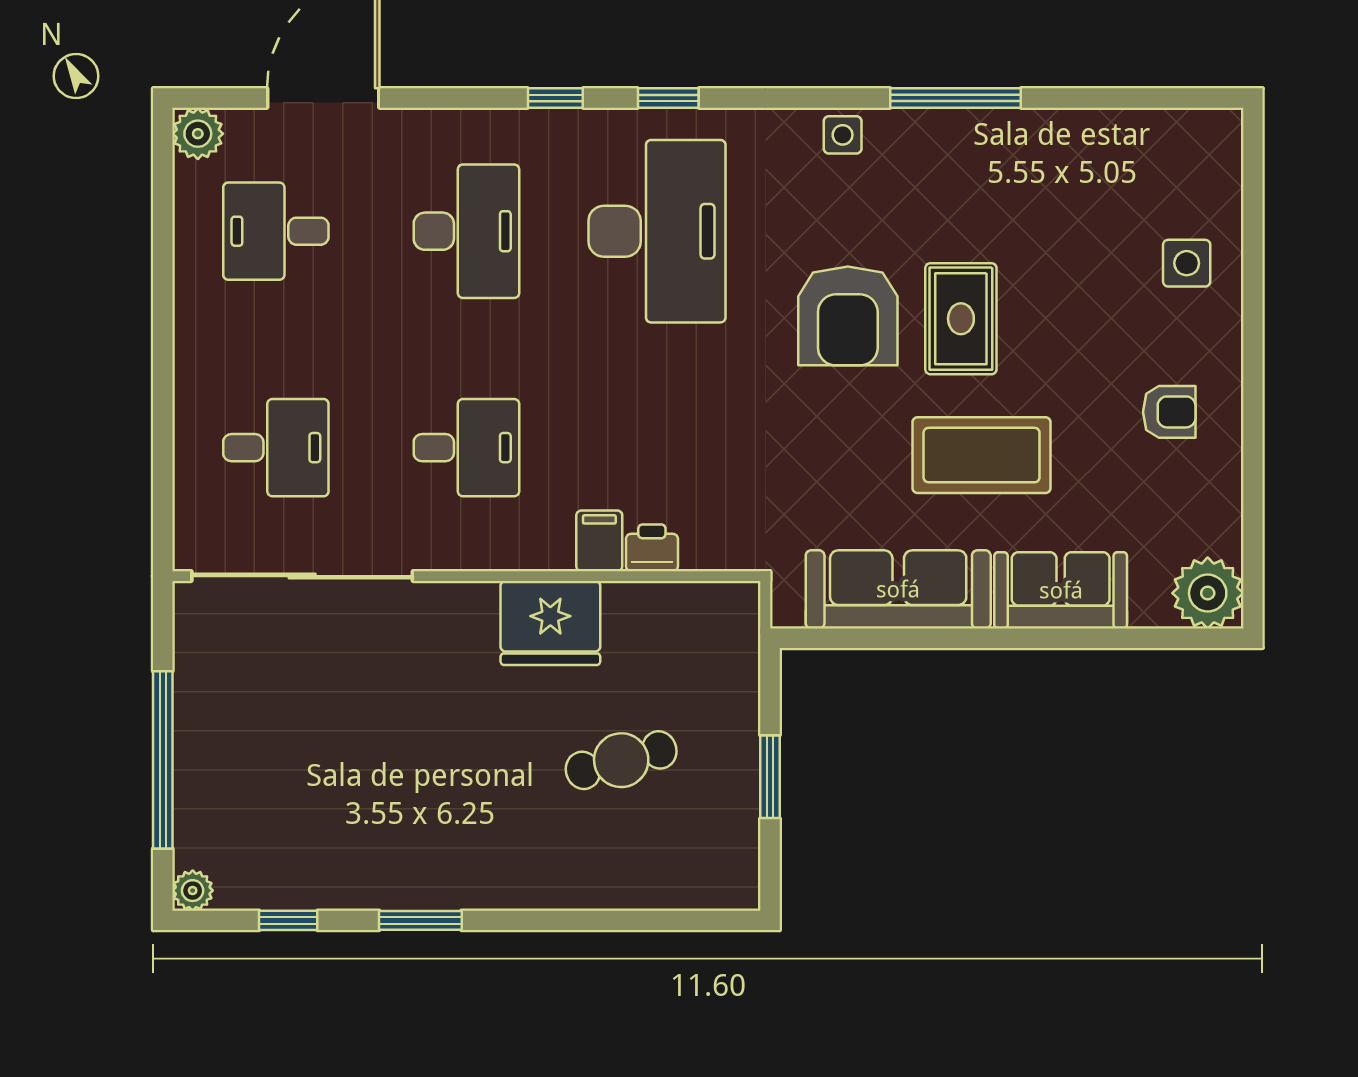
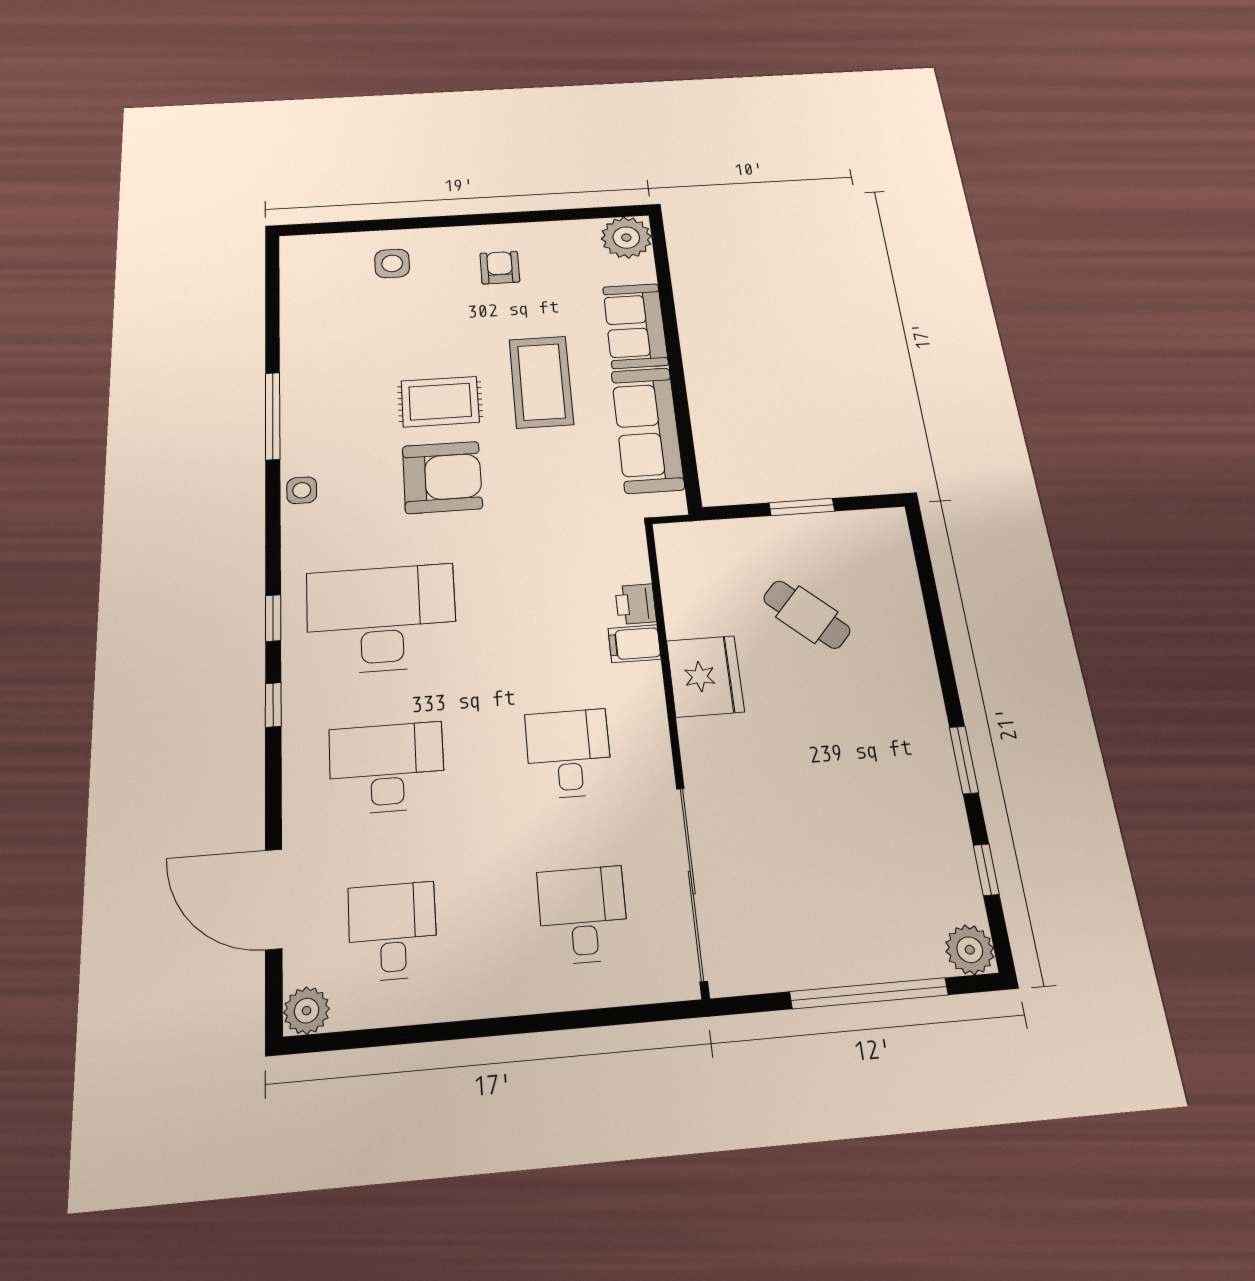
desk: (276, 231) -> (393, 931), turned 180
cafe table: (621, 760) -> (807, 615), turned -33
plant: (193, 891) -> (970, 950), width x1.38, depth x1.38

